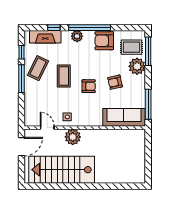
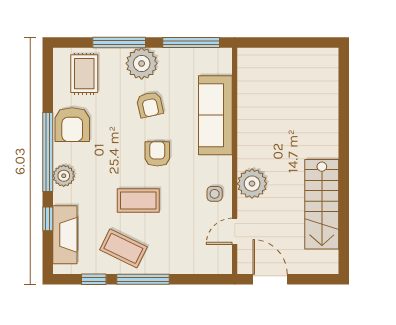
window: (148, 51) -> (119, 43), moved
plant: (137, 66) -> (142, 63), moved
sofa: (124, 117) -> (215, 115), moved
stairs: (62, 170) -> (322, 204), width x0.73, depth x0.66

